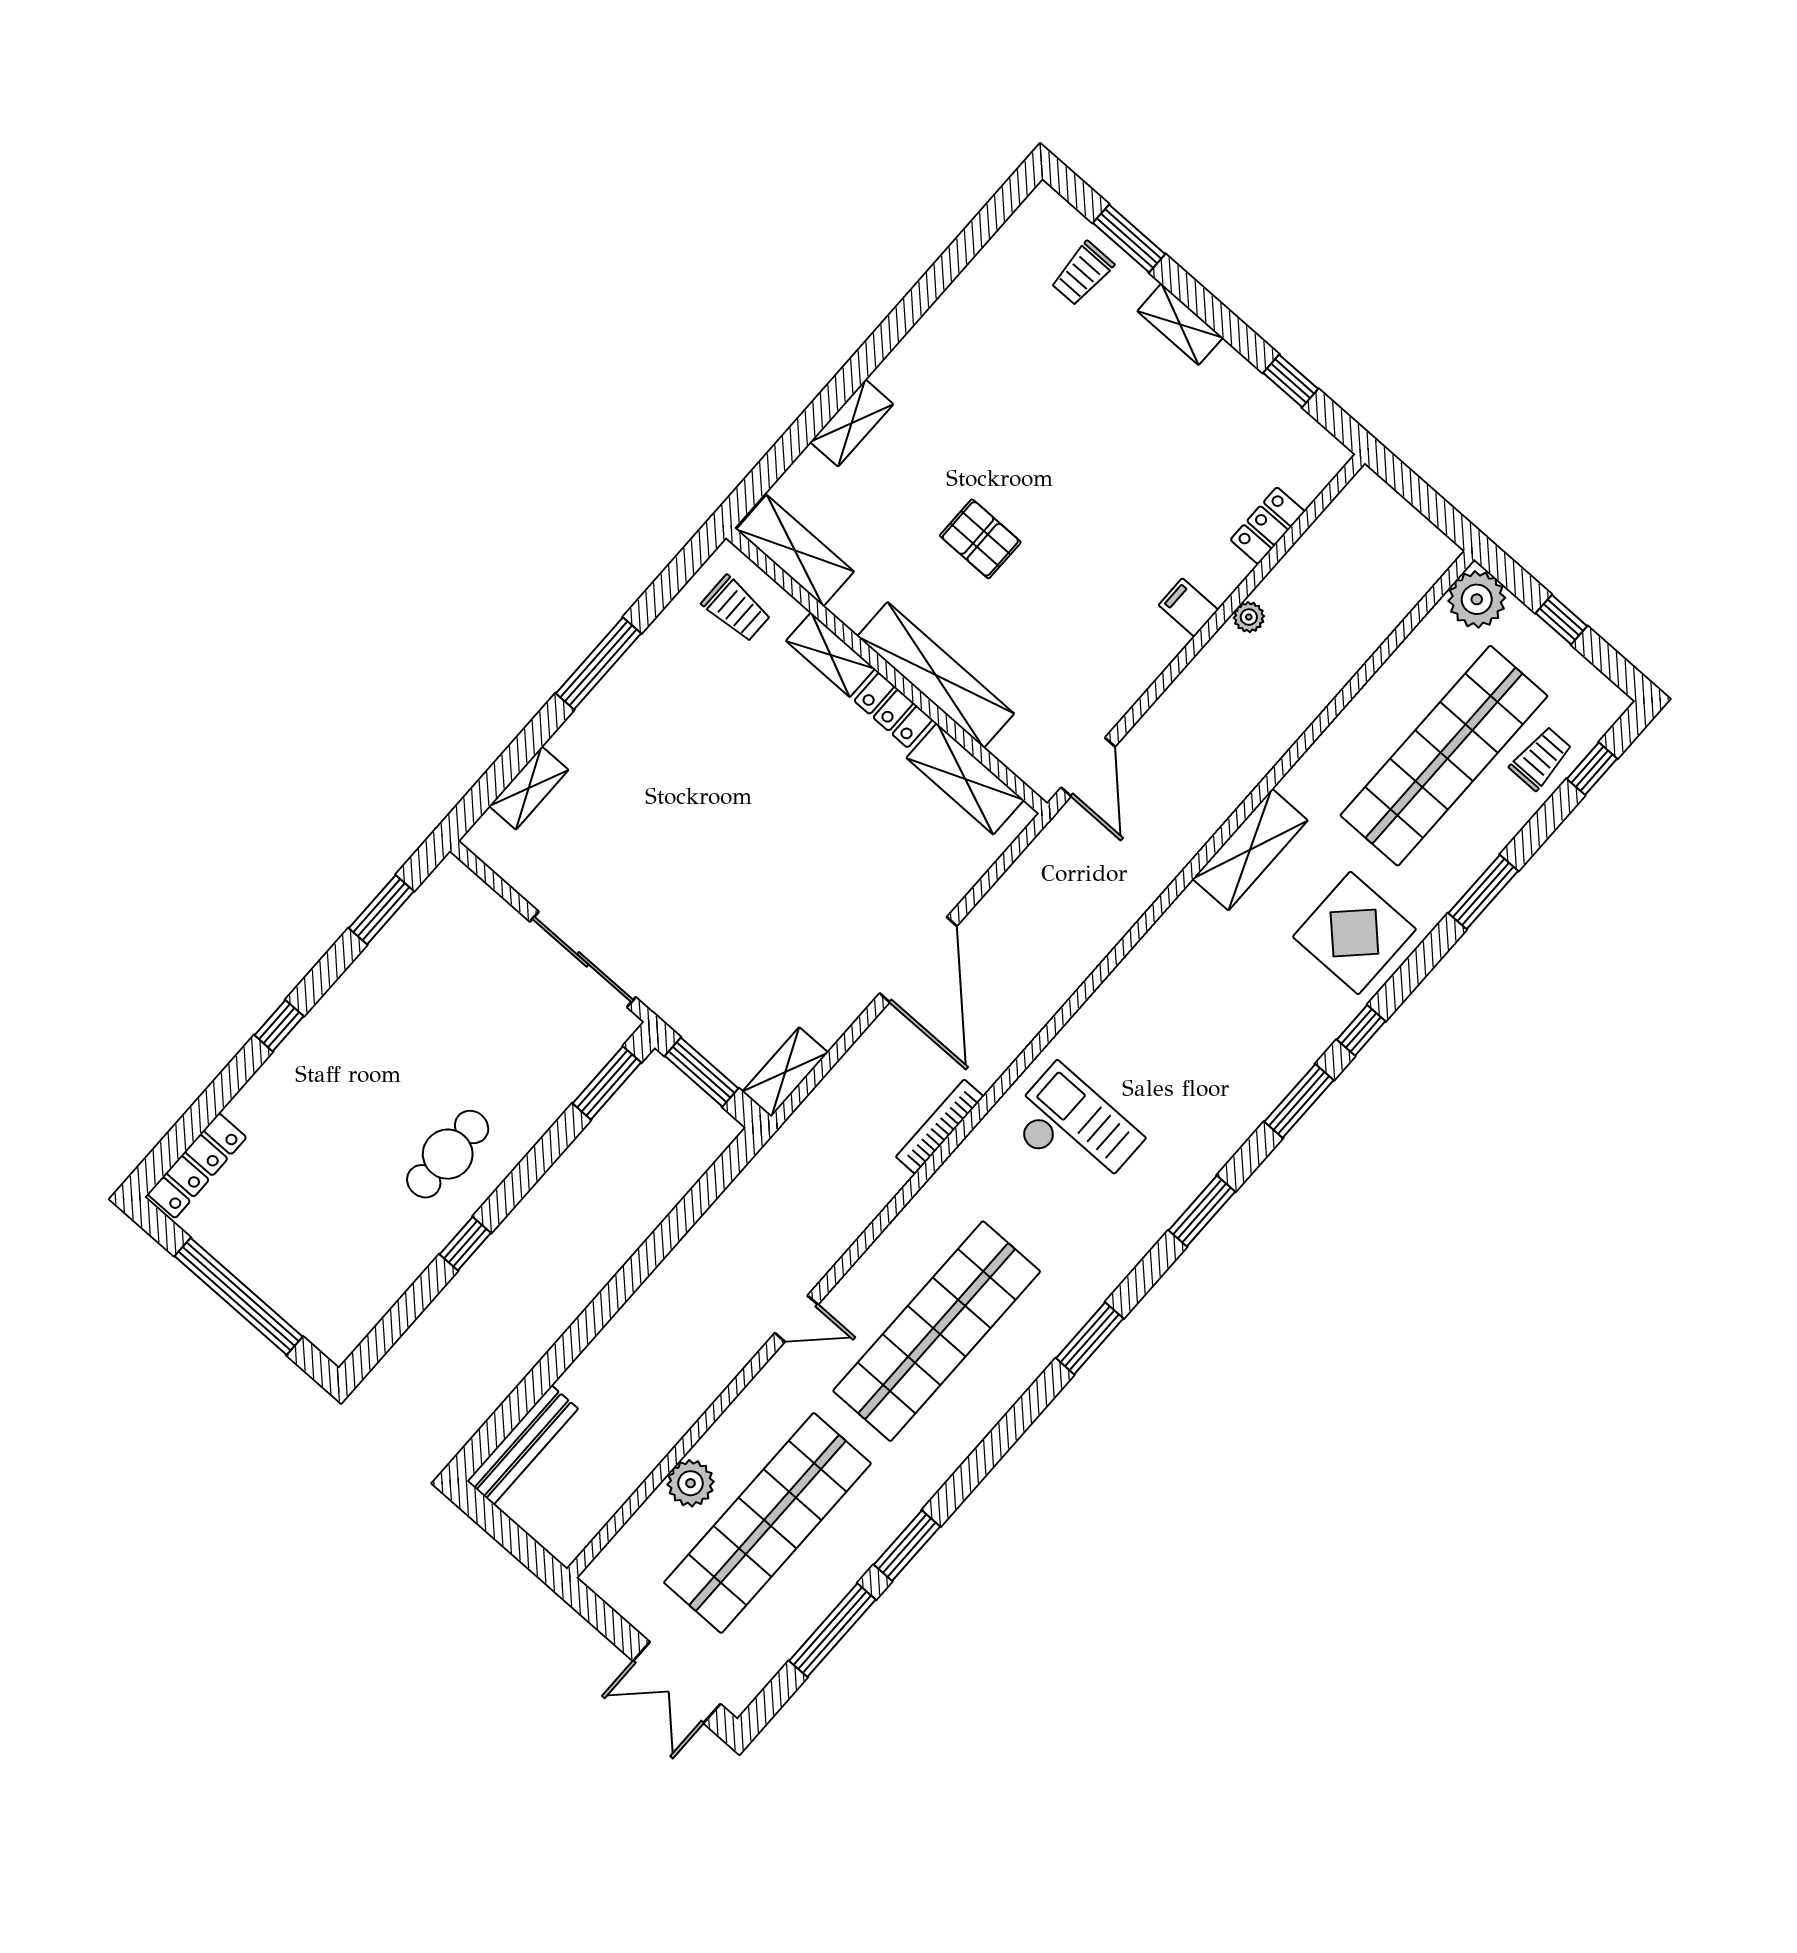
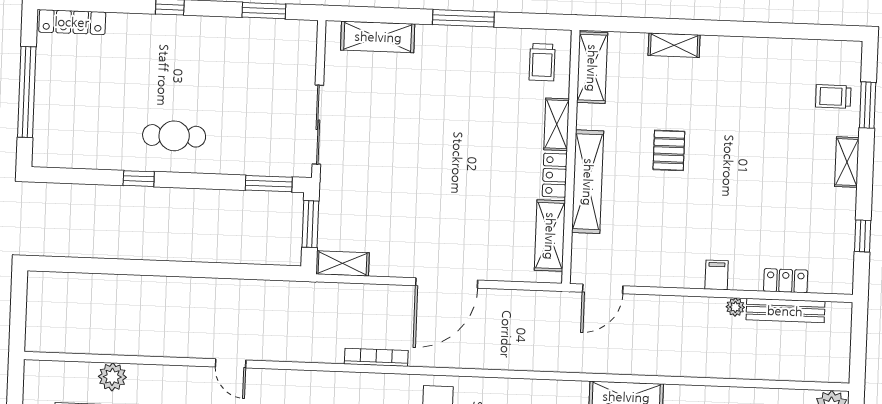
shelving: (529, 788) -> (378, 37), width x1.50, depth x1.33
bench: (522, 1445) -> (785, 311), moved

